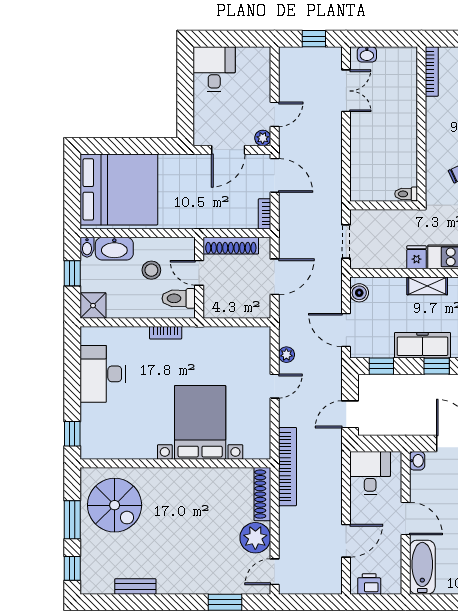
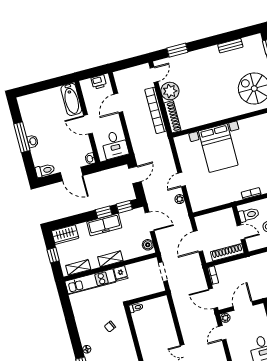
window: (437, 366) -> (104, 212), moved
bookcase: (287, 467) -> (156, 110), moved

